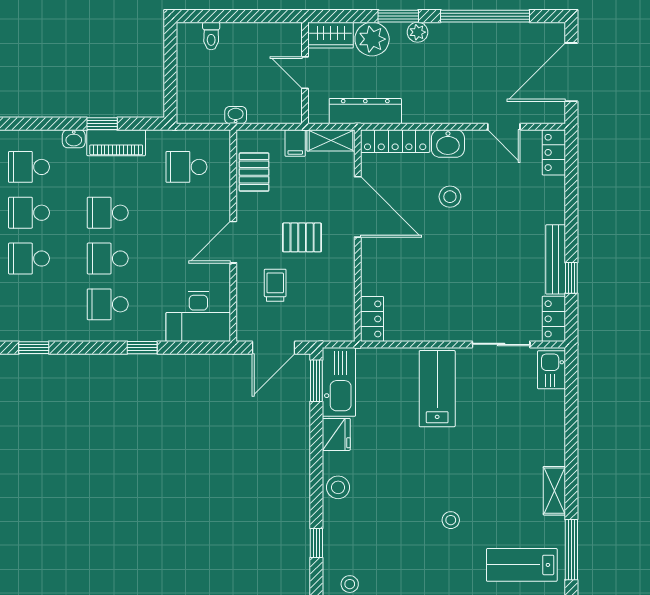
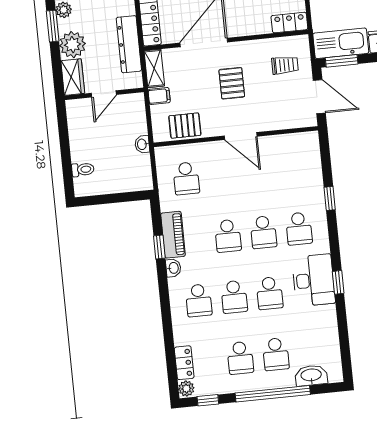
trolley: (275, 285) -> (285, 65), moved, turned 180
desk: (198, 316) -> (314, 280), moved

